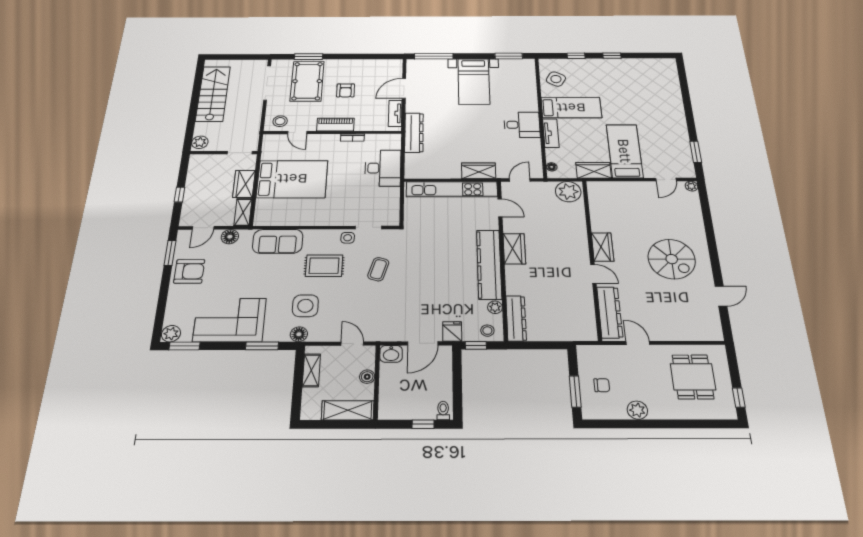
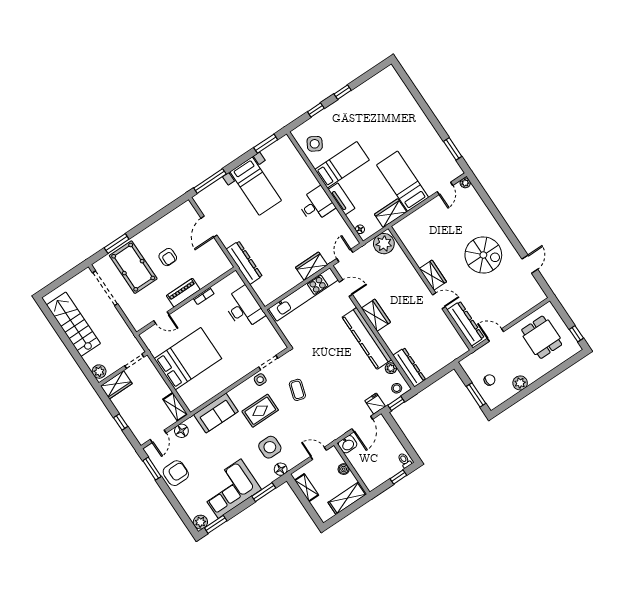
tv unit: (395, 113) -> (219, 254), removed
stool: (280, 121) -> (141, 316), removed
wardrobe: (244, 184) -> (116, 385), moved, turned -90

